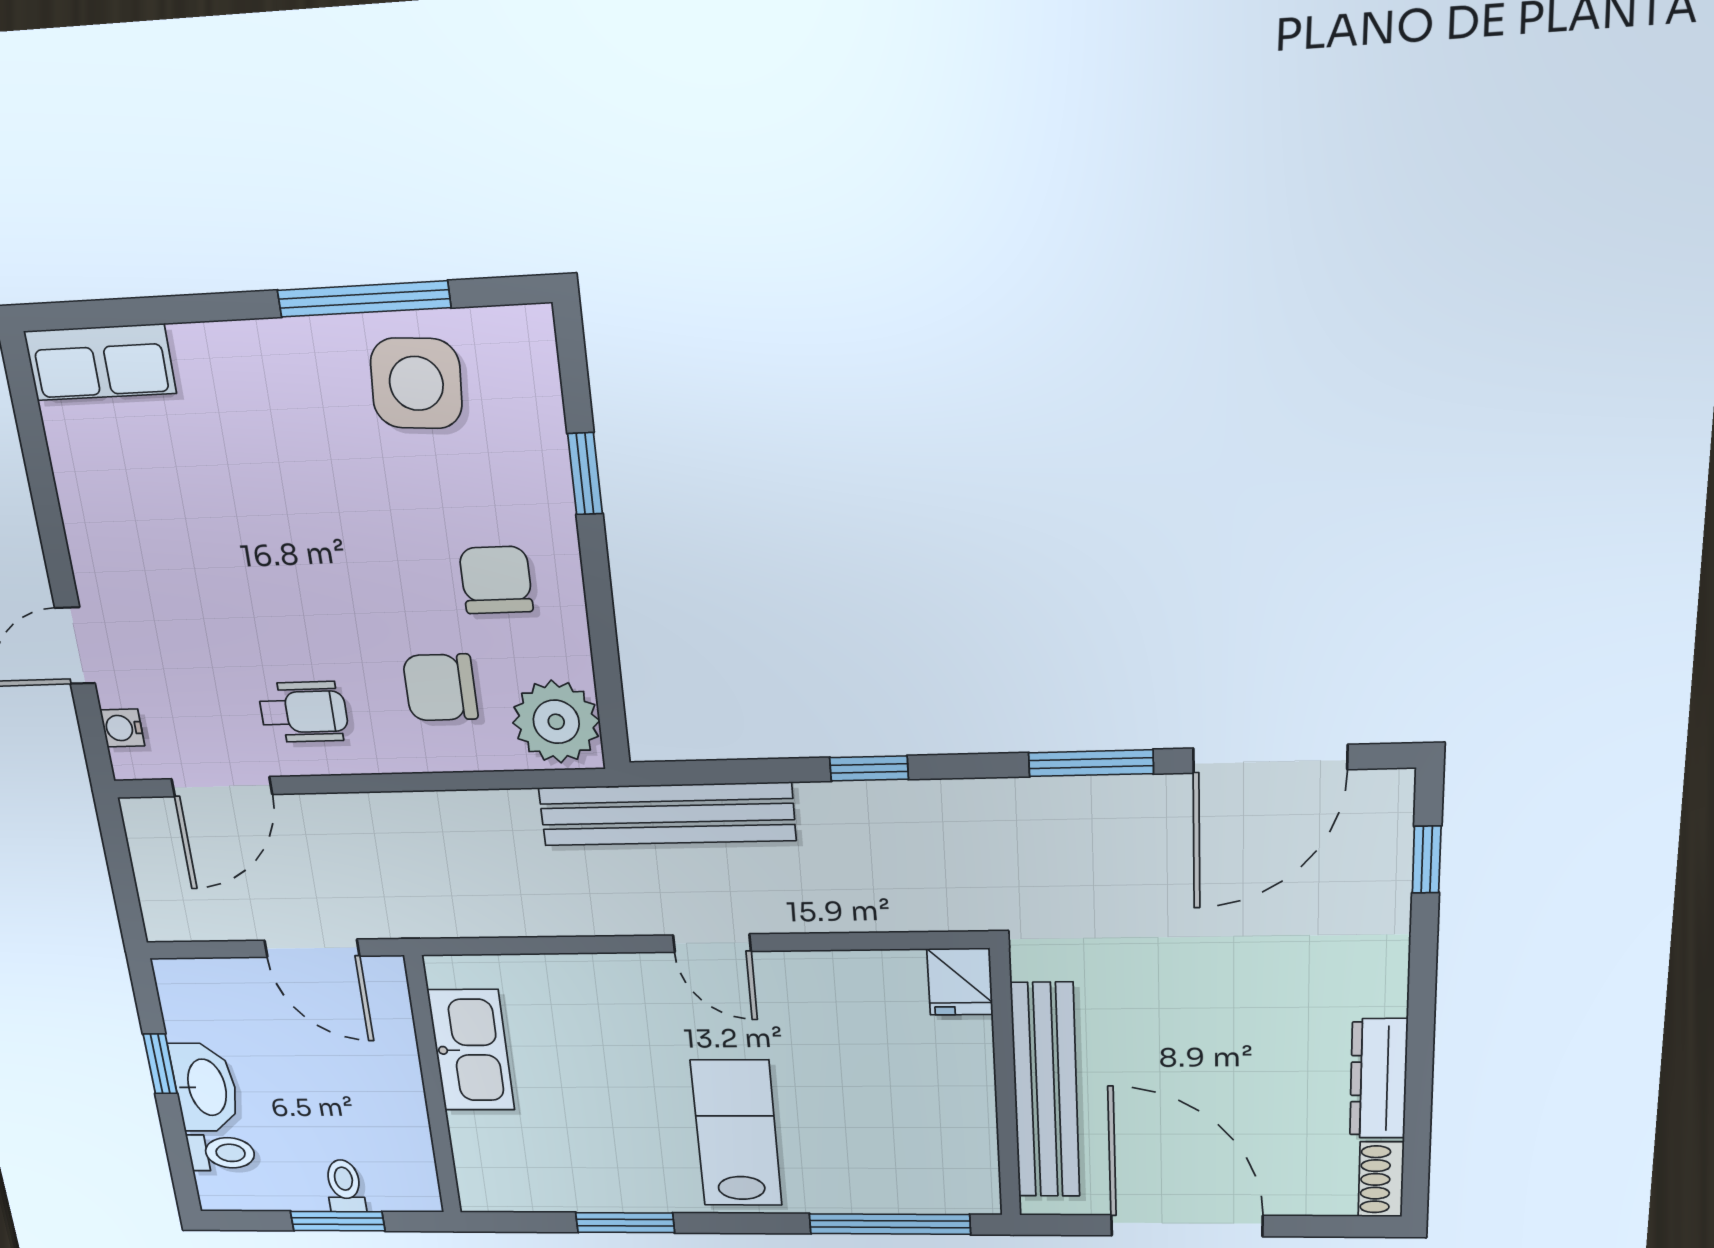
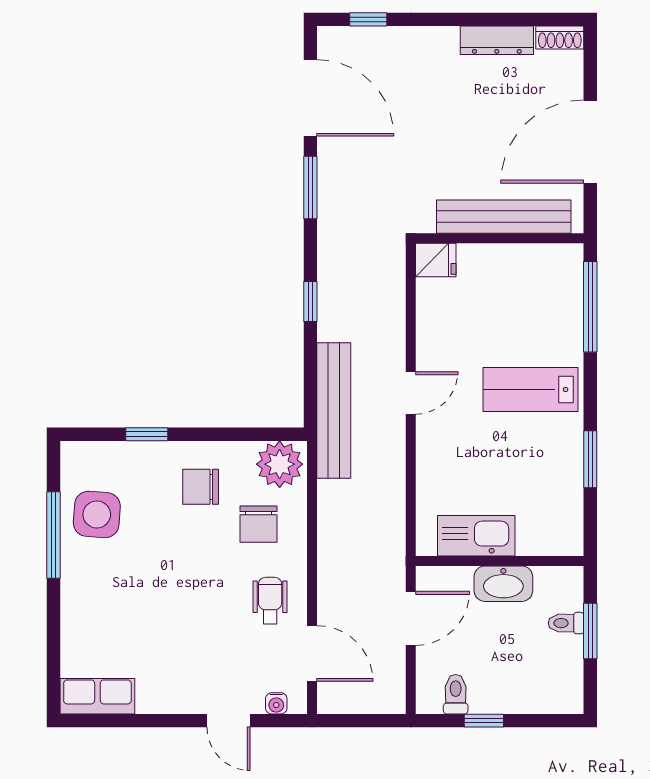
row of seats: (100, 362) -> (97, 696), moved, turned -90
washbasin: (205, 1087) -> (503, 584), moved, turned 180
toilet: (221, 1153) -> (456, 694), moved

